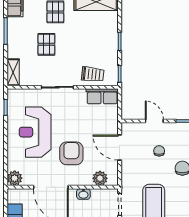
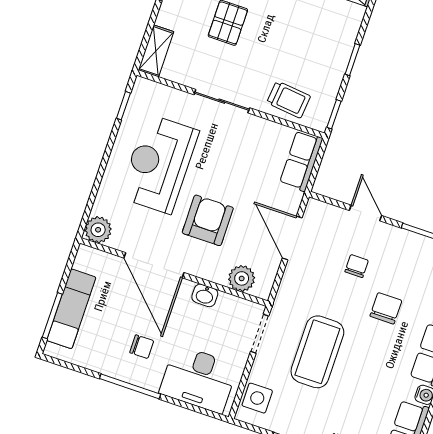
row of seats: (102, 96) -> (301, 161), moved, turned 90

